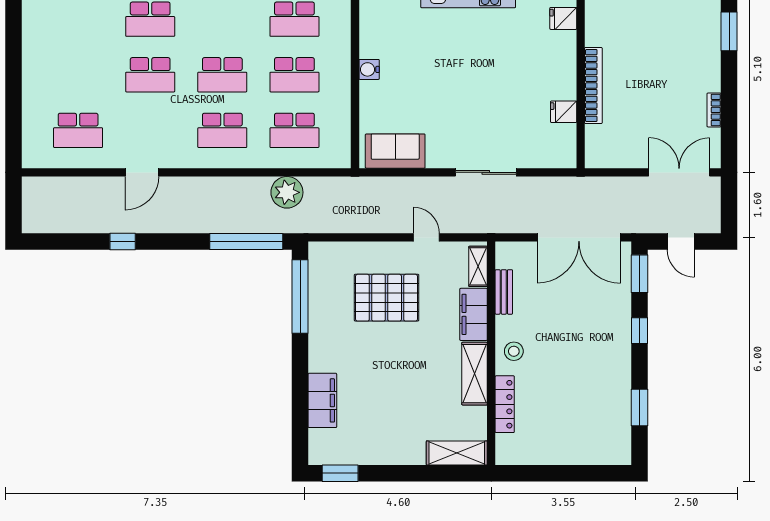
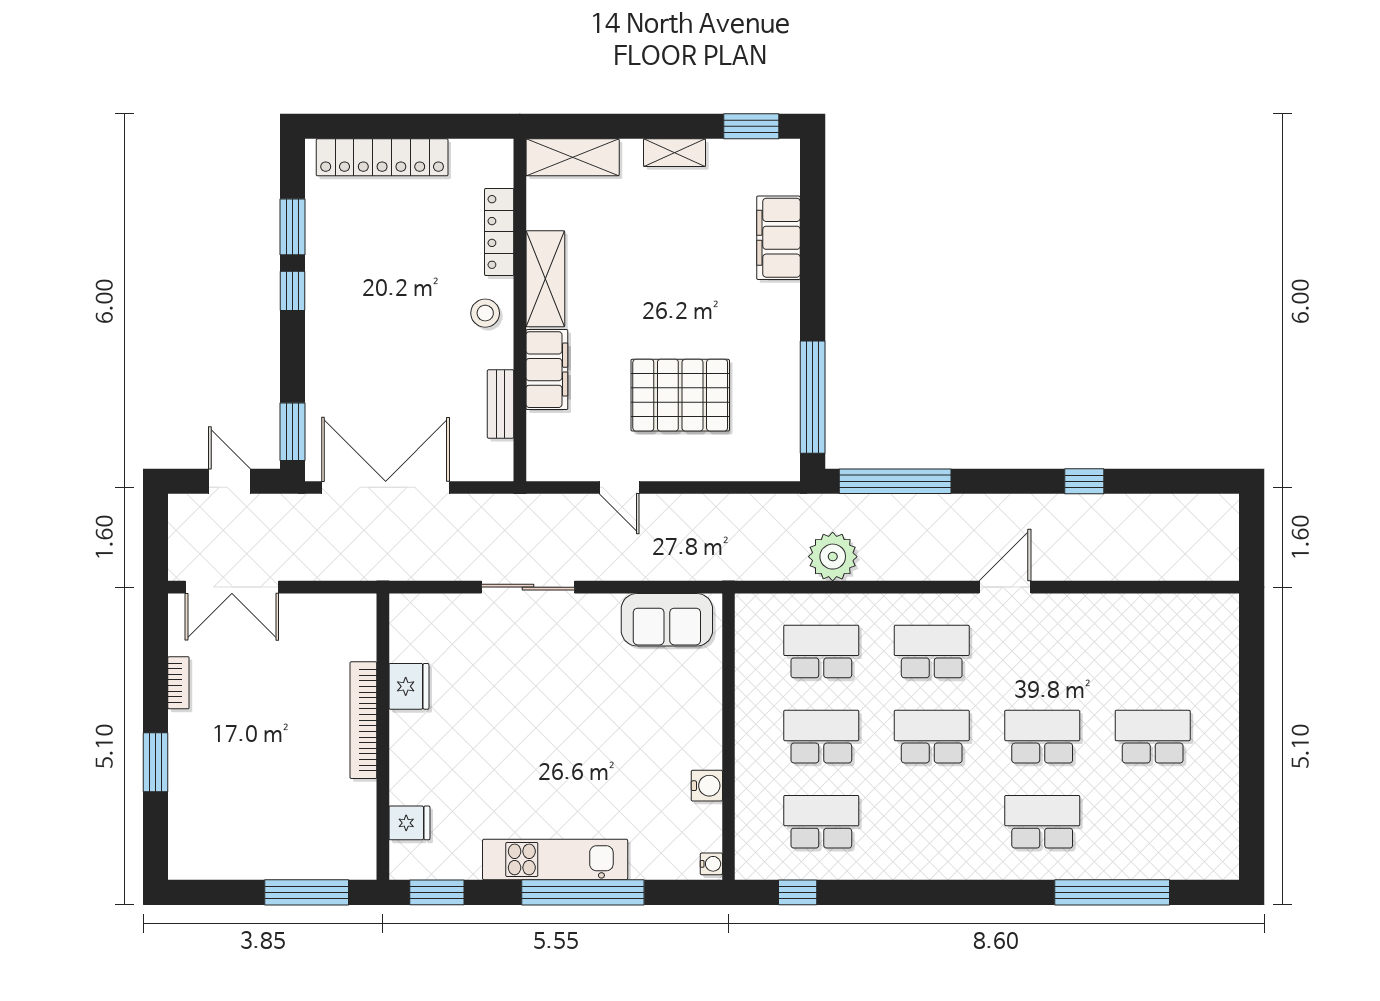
window: (729, 31) -> (156, 762), moved
water cooler: (369, 69) -> (707, 786), moved
fridge: (564, 112) -> (409, 686), width x1.38
school desk: (78, 130) -> (1153, 737), moved
door: (142, 172) -> (1005, 587), moved
shelving: (478, 266) -> (675, 153), moved, turned 90
window: (640, 331) -> (293, 291), moved
locker: (581, 453) -> (382, 157), added

